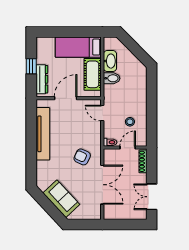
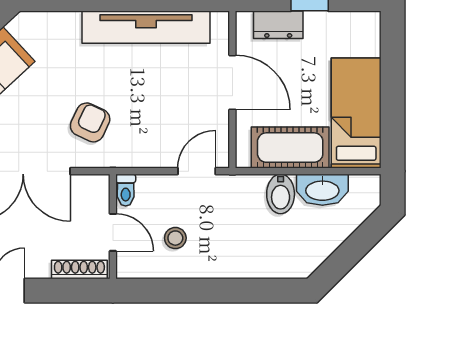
dresser: (42, 79) -> (278, 25), width x0.70

